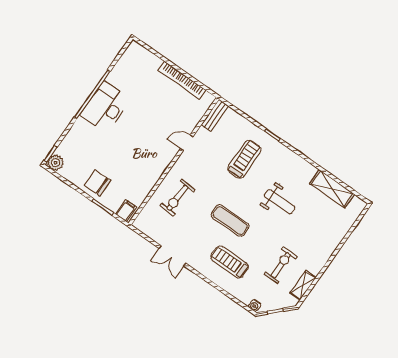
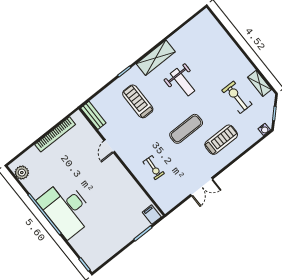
desk: (105, 107) -> (66, 209), width x1.36, depth x1.30
plant: (55, 163) -> (22, 173), moved
chair: (97, 183) -> (121, 232), removed
shelving: (332, 189) -> (156, 58), moved
exercise bike: (178, 198) -> (154, 168), width x0.73, depth x0.72
weight bench: (280, 202) -> (183, 82), turned 90
treadmill: (230, 262) -> (221, 140), turned 180

